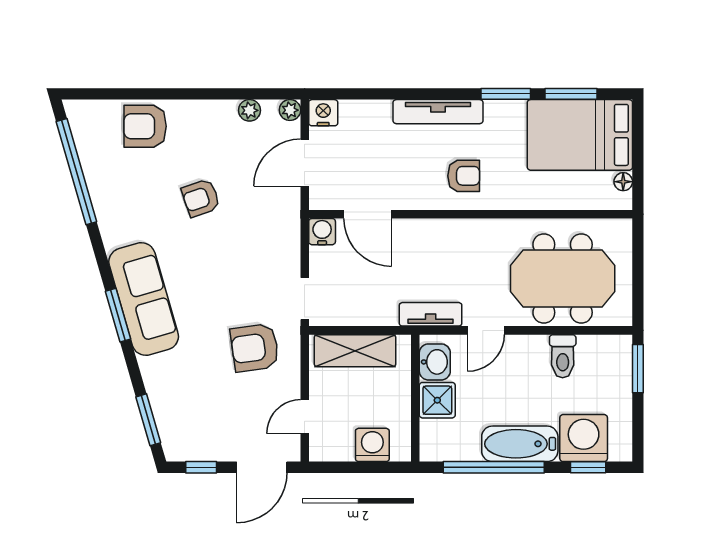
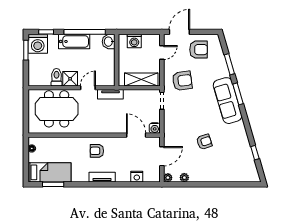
window: (506, 94) -> (80, 184), removed
tv unit: (438, 112) -> (102, 177), width x0.71
nightstand: (323, 113) -> (137, 177), moved
armchair: (145, 126) -> (199, 50), moved
bed: (580, 135) -> (49, 172), width x0.67
window: (76, 172) -> (255, 153), width x0.32
washbasin: (435, 362) -> (109, 42), moved
window: (638, 369) -> (26, 50), moved
shower: (437, 400) -> (70, 79), moved
window: (148, 420) -> (229, 64), moved
washing machine: (584, 438) -> (38, 44), moved
window: (201, 467) -> (204, 32), removed

